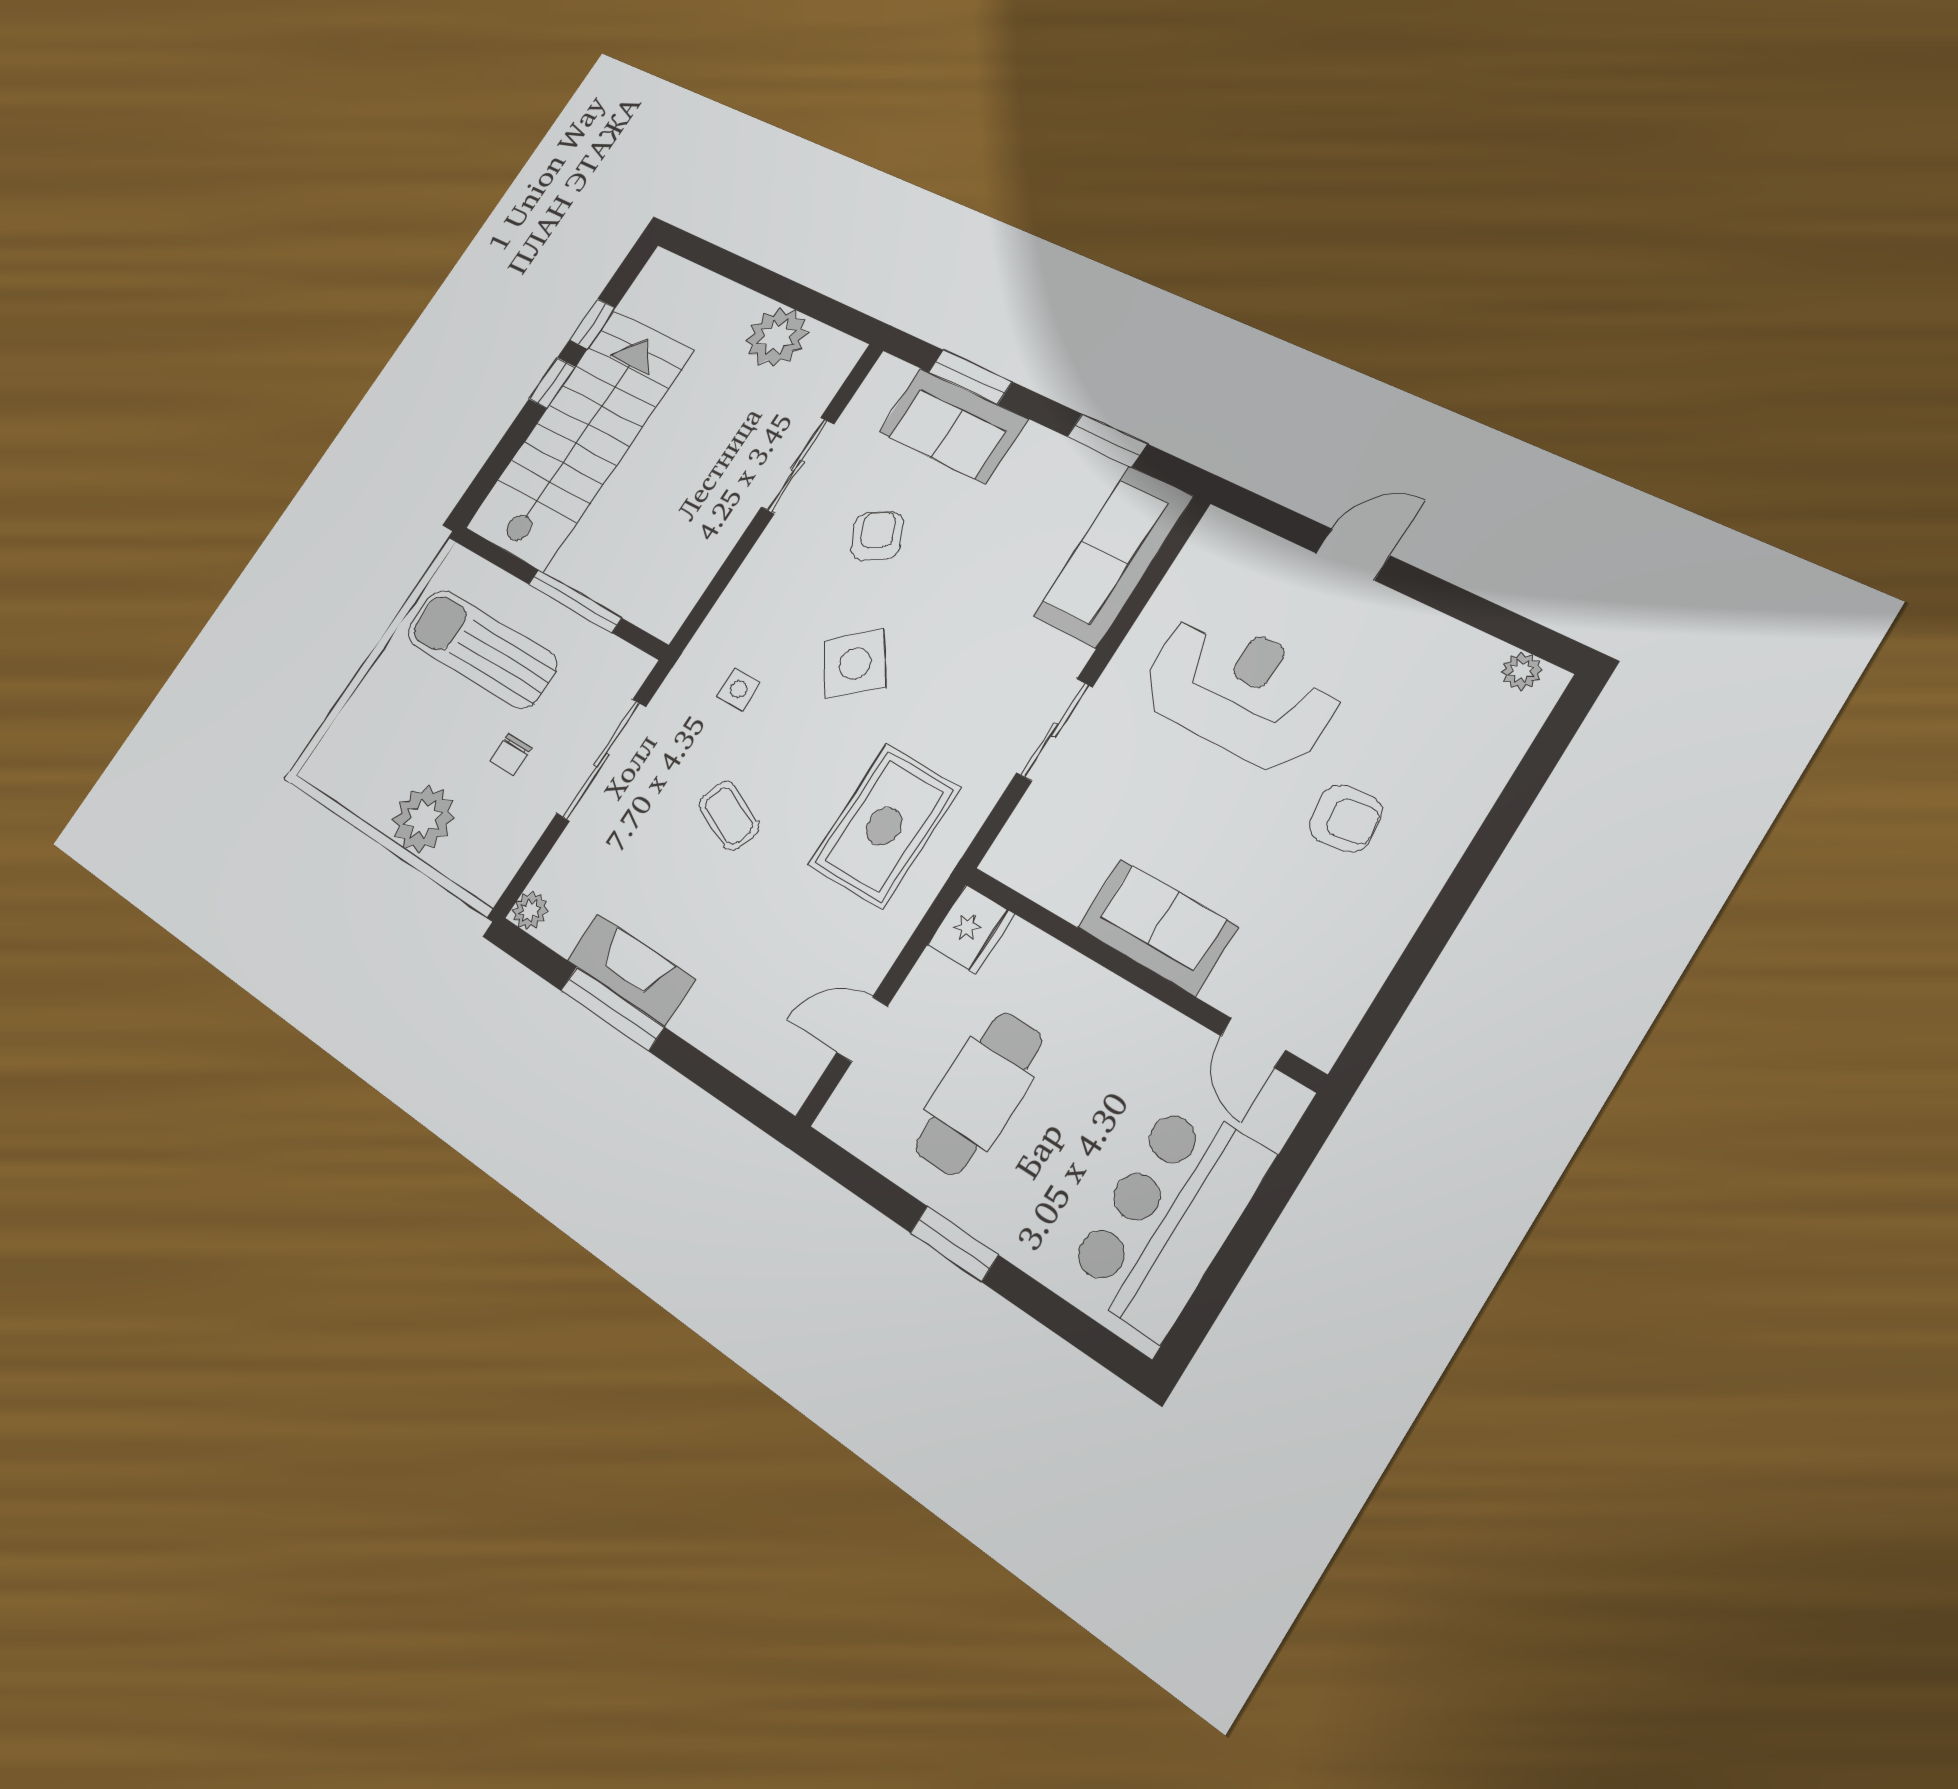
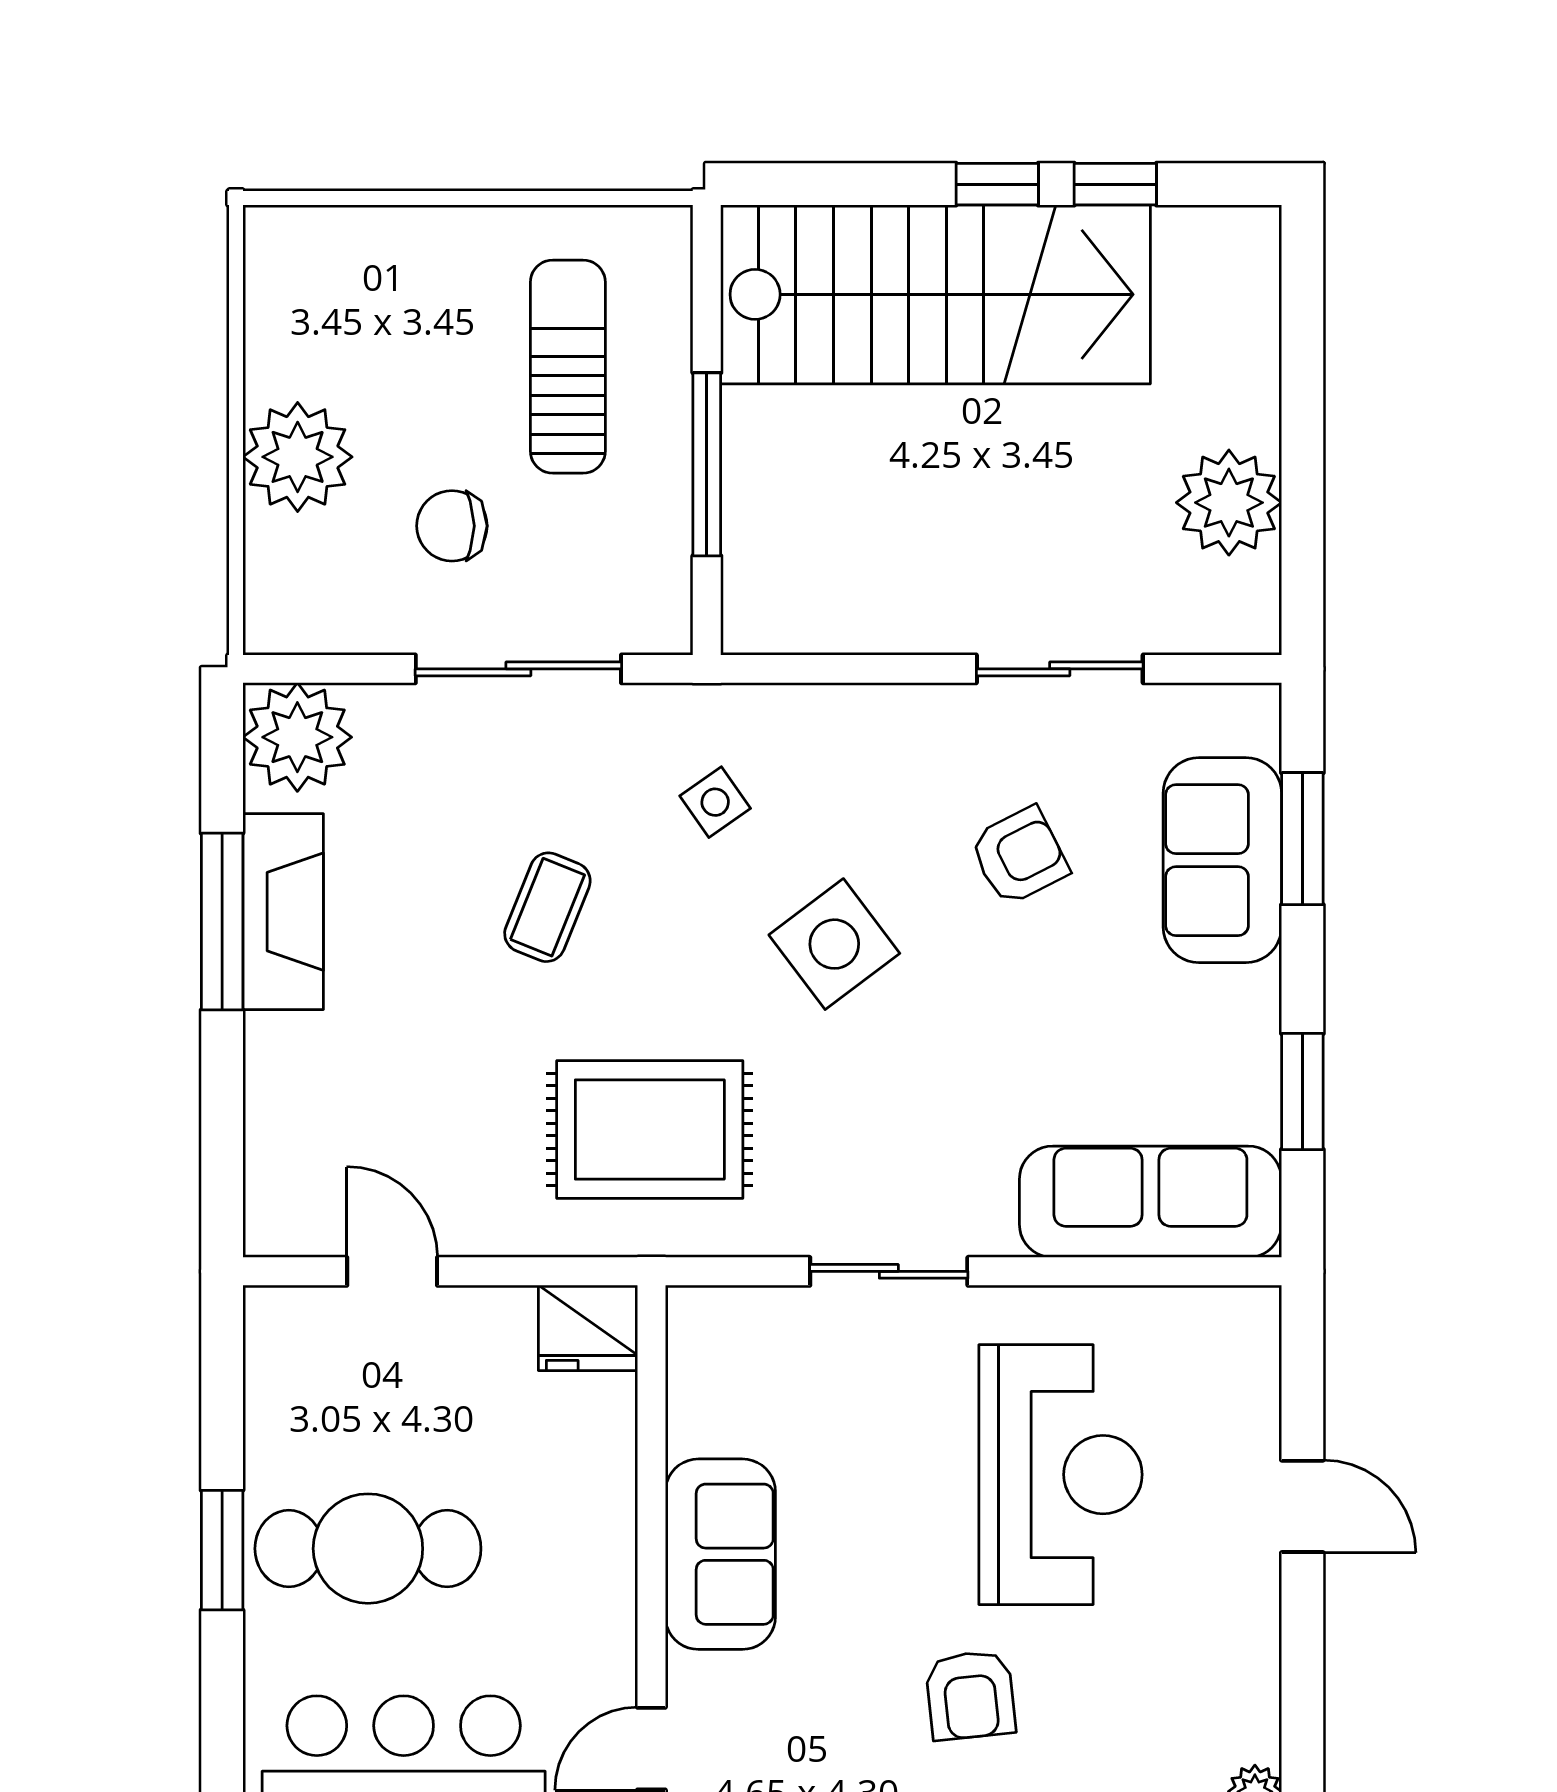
sun lounger: (481, 649) -> (568, 367), width x0.73, depth x0.75
side table: (739, 690) -> (715, 802), turned -35
chair: (511, 755) -> (452, 526), width x1.37, depth x1.37
plant: (530, 911) -> (297, 737), width x1.87, depth x1.87
cafe table: (979, 1093) -> (368, 1549), moved

